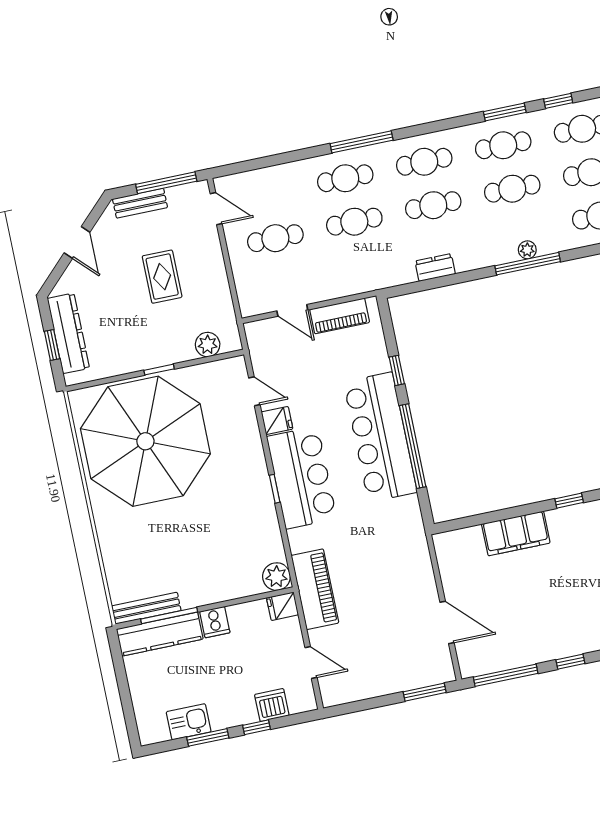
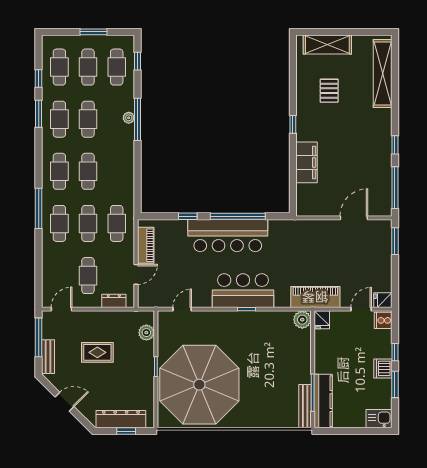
cafe table: (363, 265) -> (117, 223), added
dresser: (435, 268) -> (114, 301), moved, turned 90
fridge: (277, 420) -> (383, 300), moved, turned -90
cooker: (215, 622) -> (383, 320), moved, turned 180
dishwasher: (272, 705) -> (383, 368), moved
kitchen sink: (189, 722) -> (379, 419), moved, turned 90

